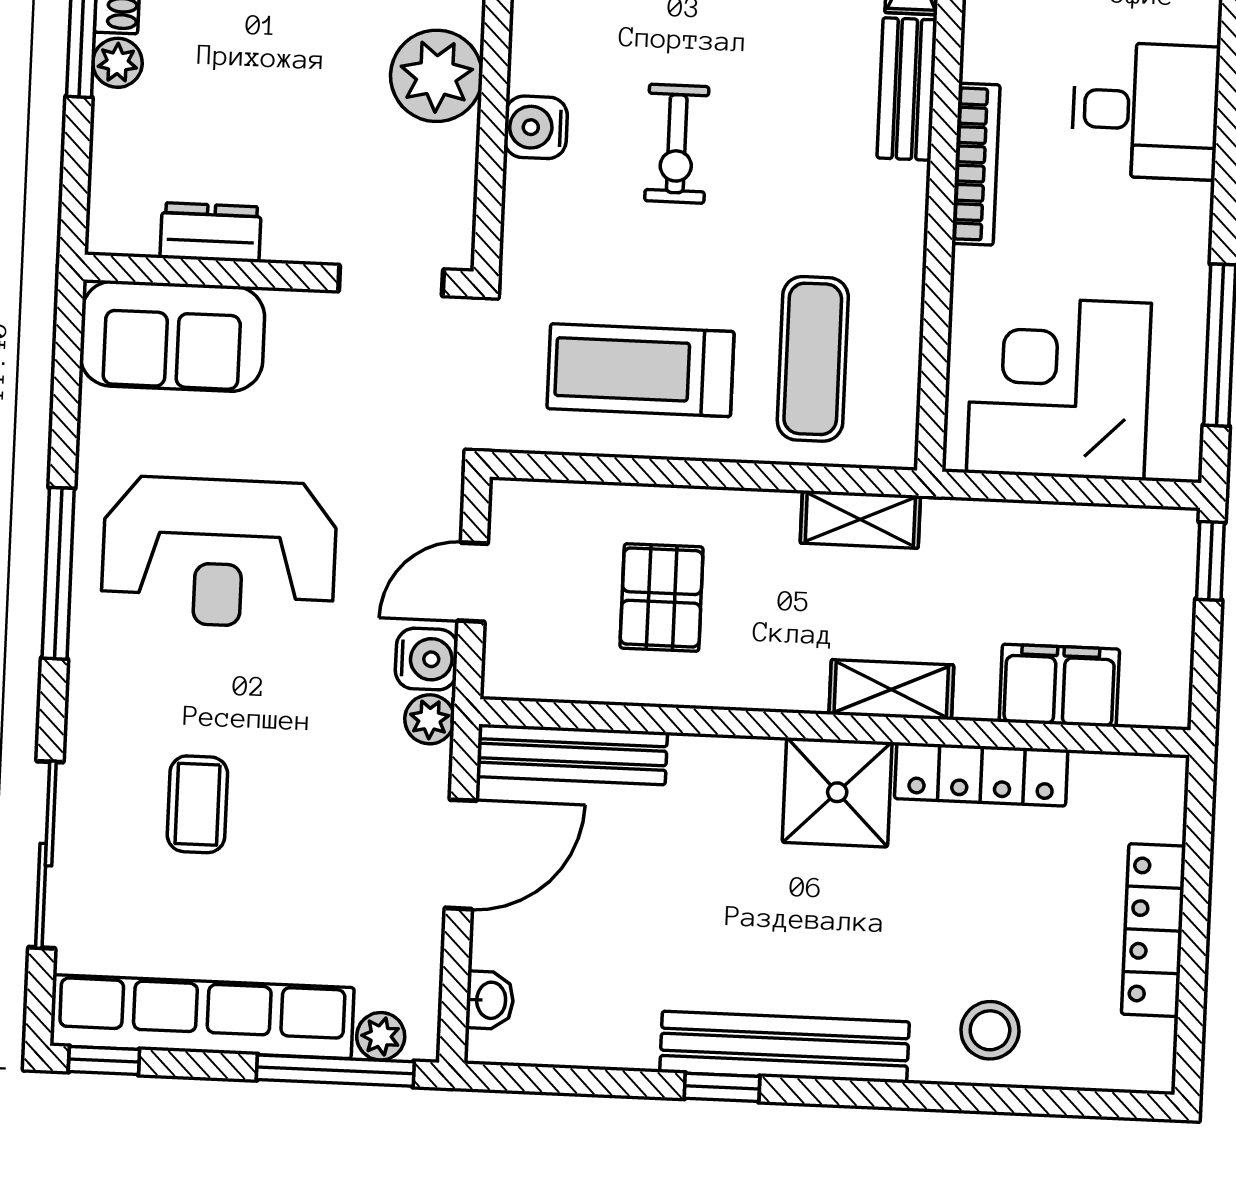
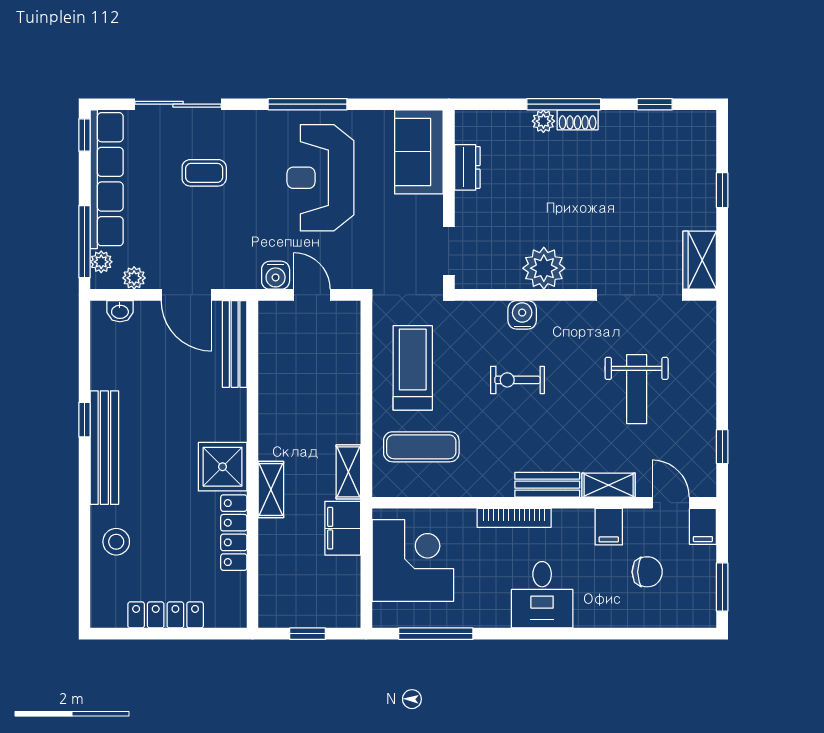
window: (1210, 561) -> (308, 634), moved
pallet: (662, 597) -> (309, 382), removed
filing cabinet: (1059, 685) -> (343, 528), moved, turned 180
plant: (430, 719) -> (134, 278), moved

